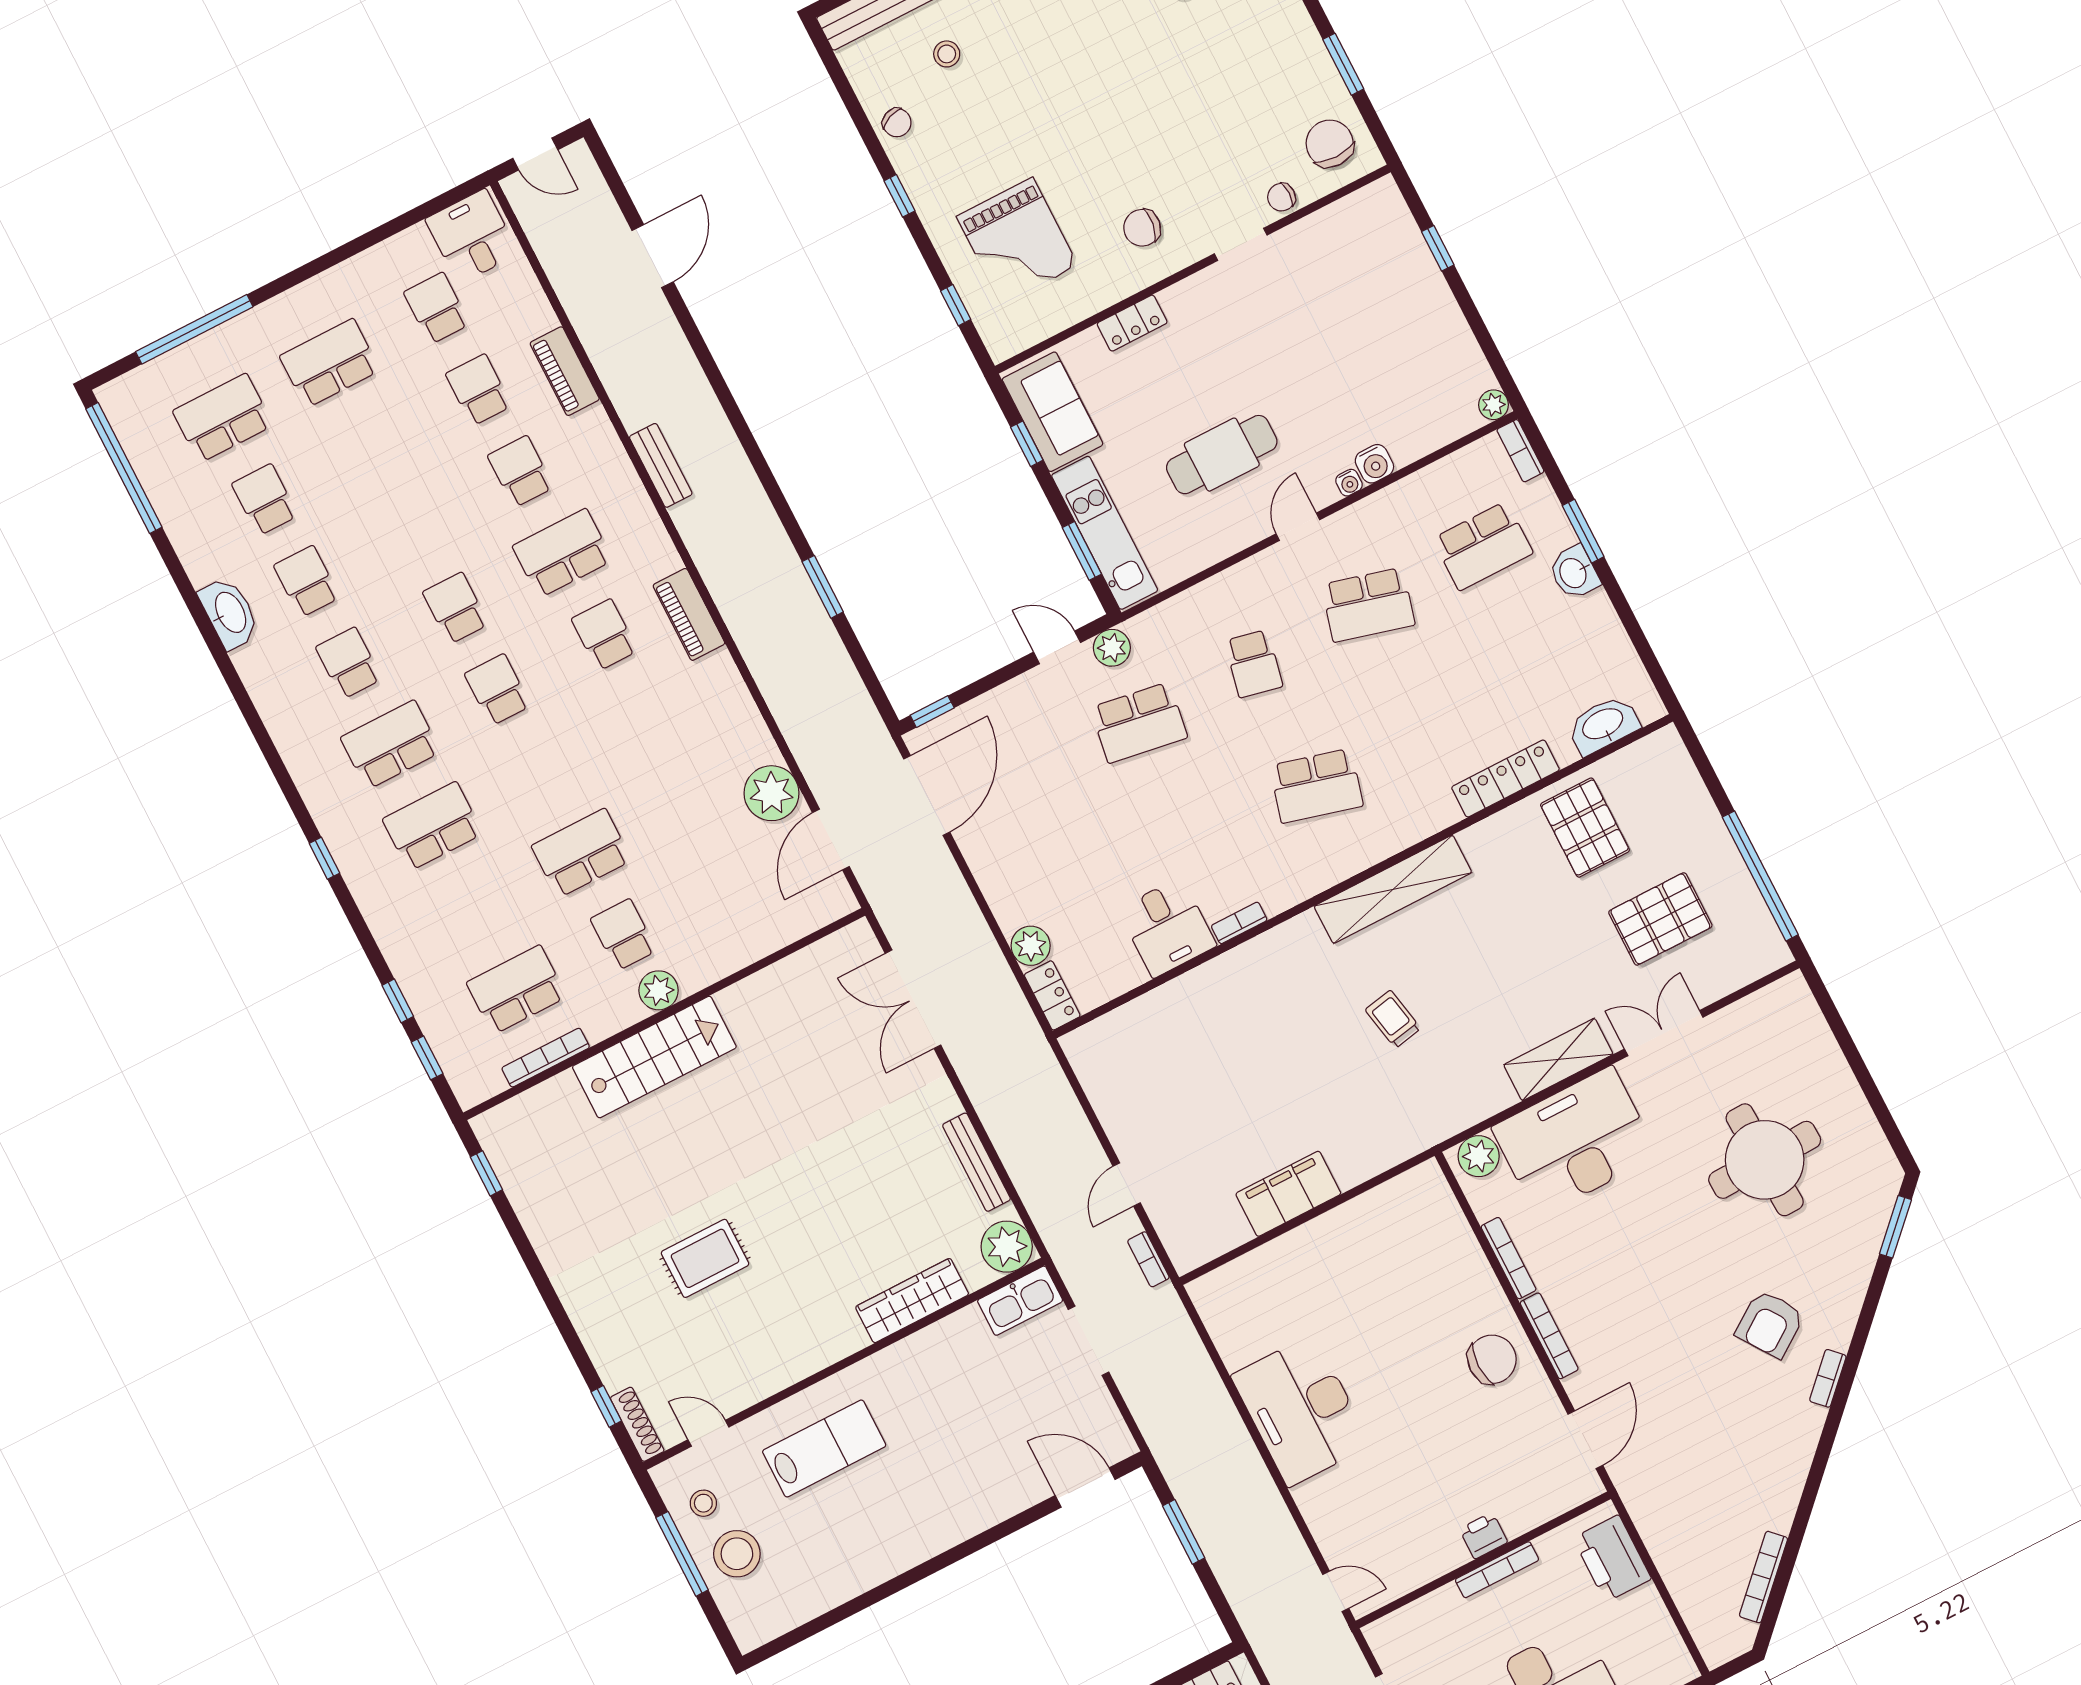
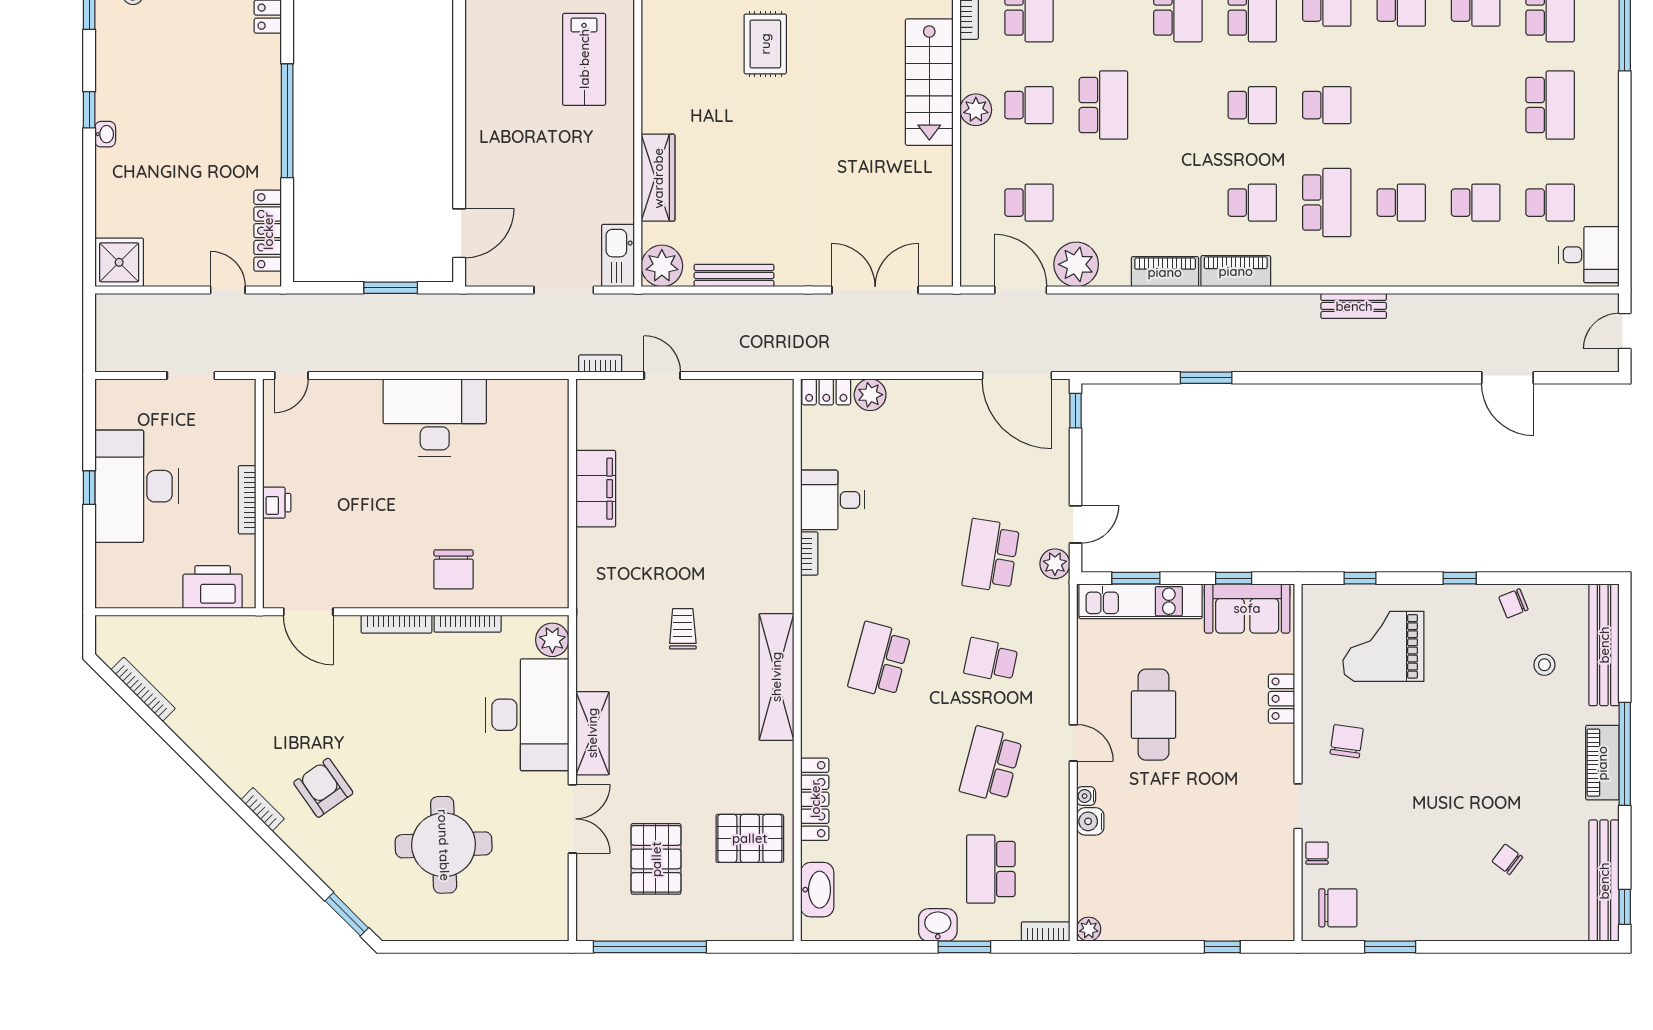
piano: (565, 371) -> (1165, 272), moved
school desk: (730, 880) -> (1029, 203), added
trolley: (1393, 1019) -> (683, 629), turned -79
chair: (1492, 1359) -> (454, 569), moved

